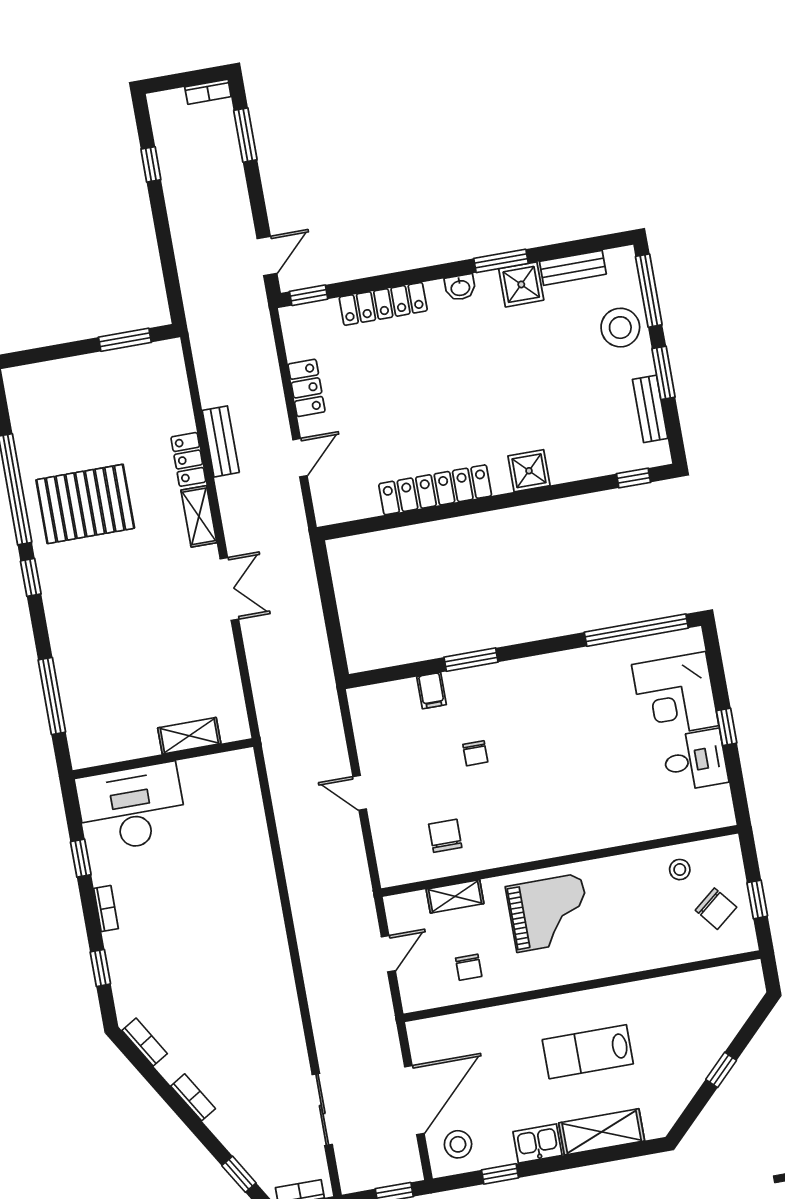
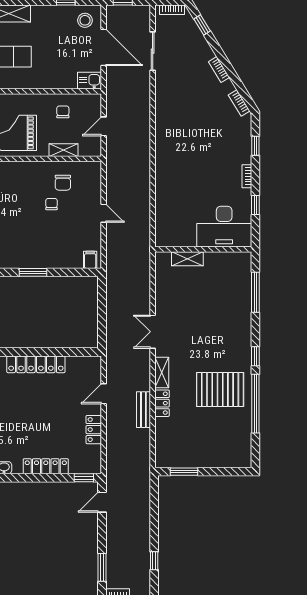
filing cabinet: (432, 691) -> (90, 260), moved
chair: (475, 753) -> (51, 204), moved
door: (414, 1100) -> (104, 47), swing flipped
kitchen sink: (537, 1143) -> (89, 81), moved, turned 180

